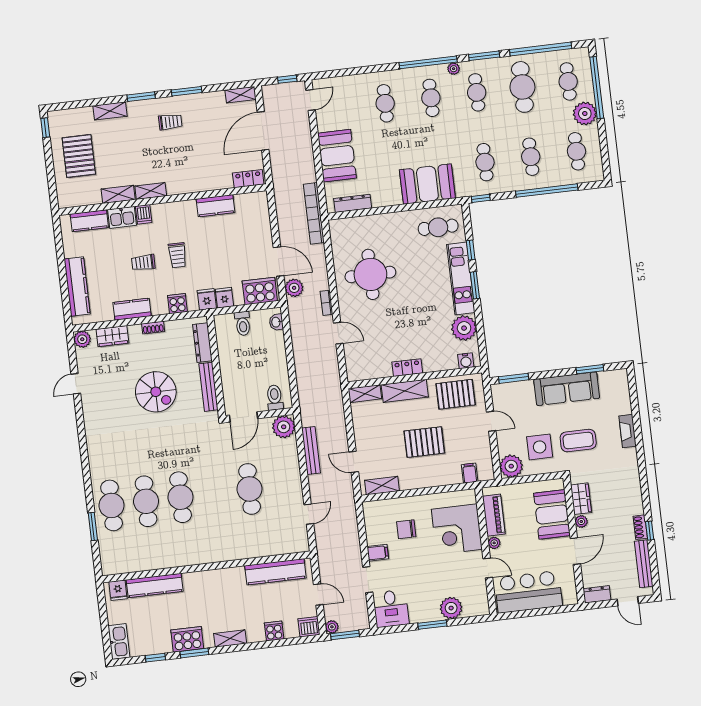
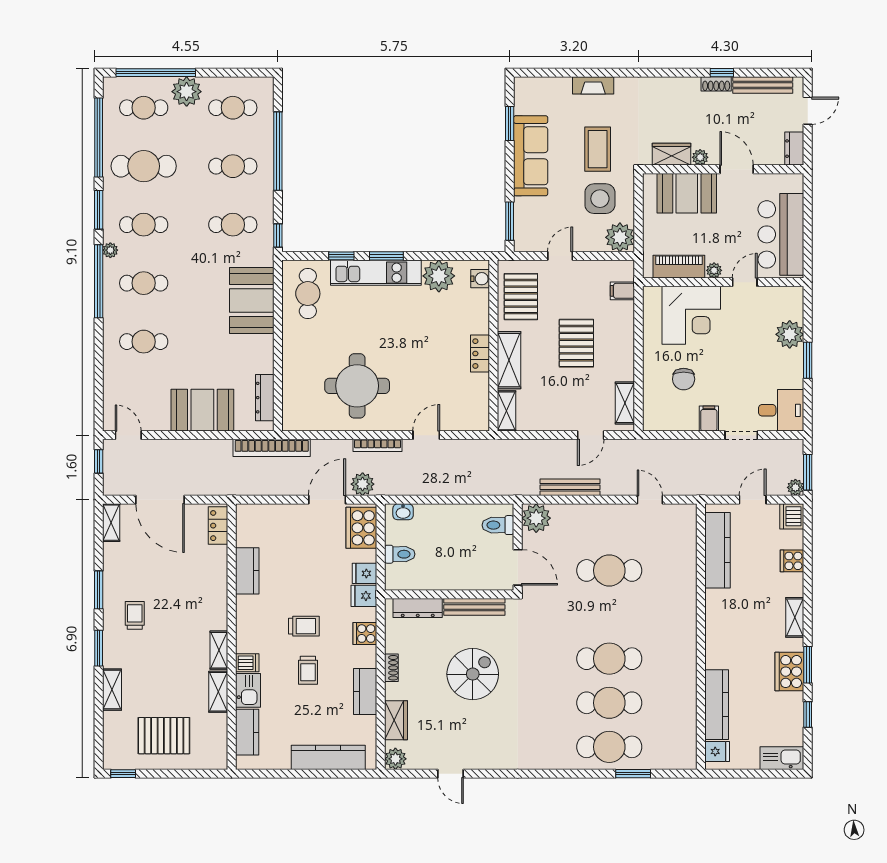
bookcase: (327, 303) -> (378, 445), width x1.56

